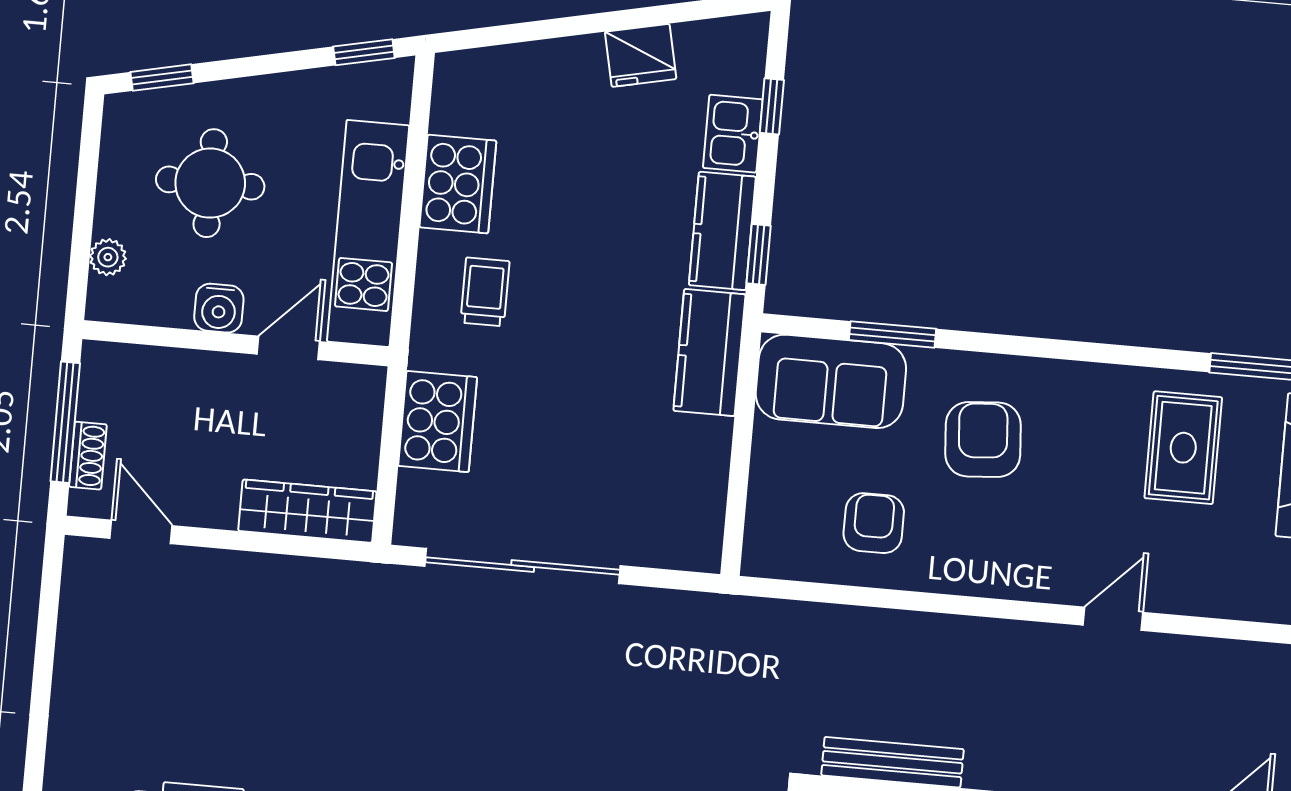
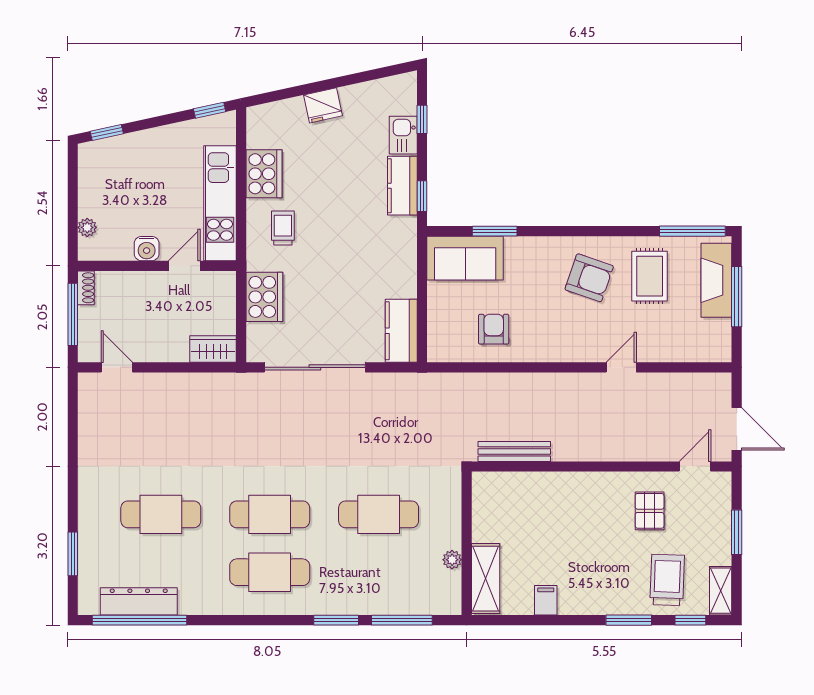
fridge: (641, 55) -> (323, 105), moved
round table: (210, 183) -> (136, 185), removed
kitchen counter: (709, 353) -> (401, 331), moved
armchair: (983, 440) -> (589, 278), moved, turned 113
shoe rack: (88, 456) -> (86, 288), moved
wardrobe: (307, 511) -> (213, 349), width x0.67

